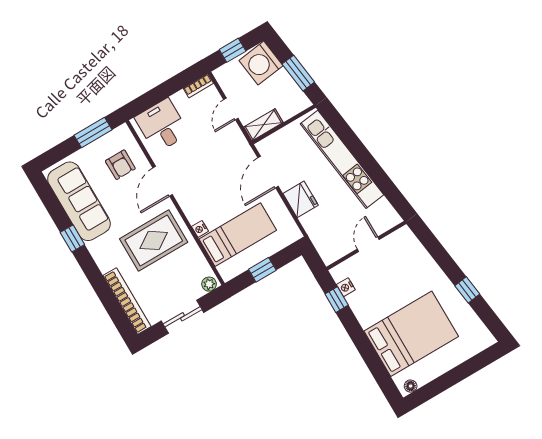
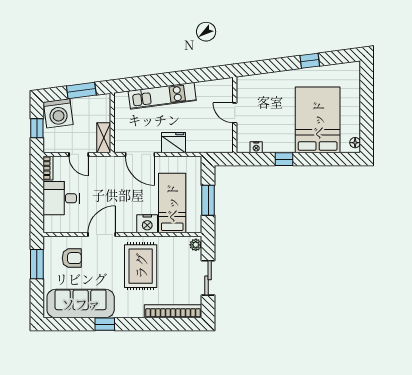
desk: (162, 126) -> (61, 198), moved
kitchen unit: (342, 159) -> (162, 96), width x0.73
door: (163, 181) -> (102, 235), swing flipped
nightstand: (200, 229) -> (147, 224), width x1.89, depth x1.79
window: (262, 270) -> (208, 200), width x1.50
window: (337, 300) -> (284, 159), moved

